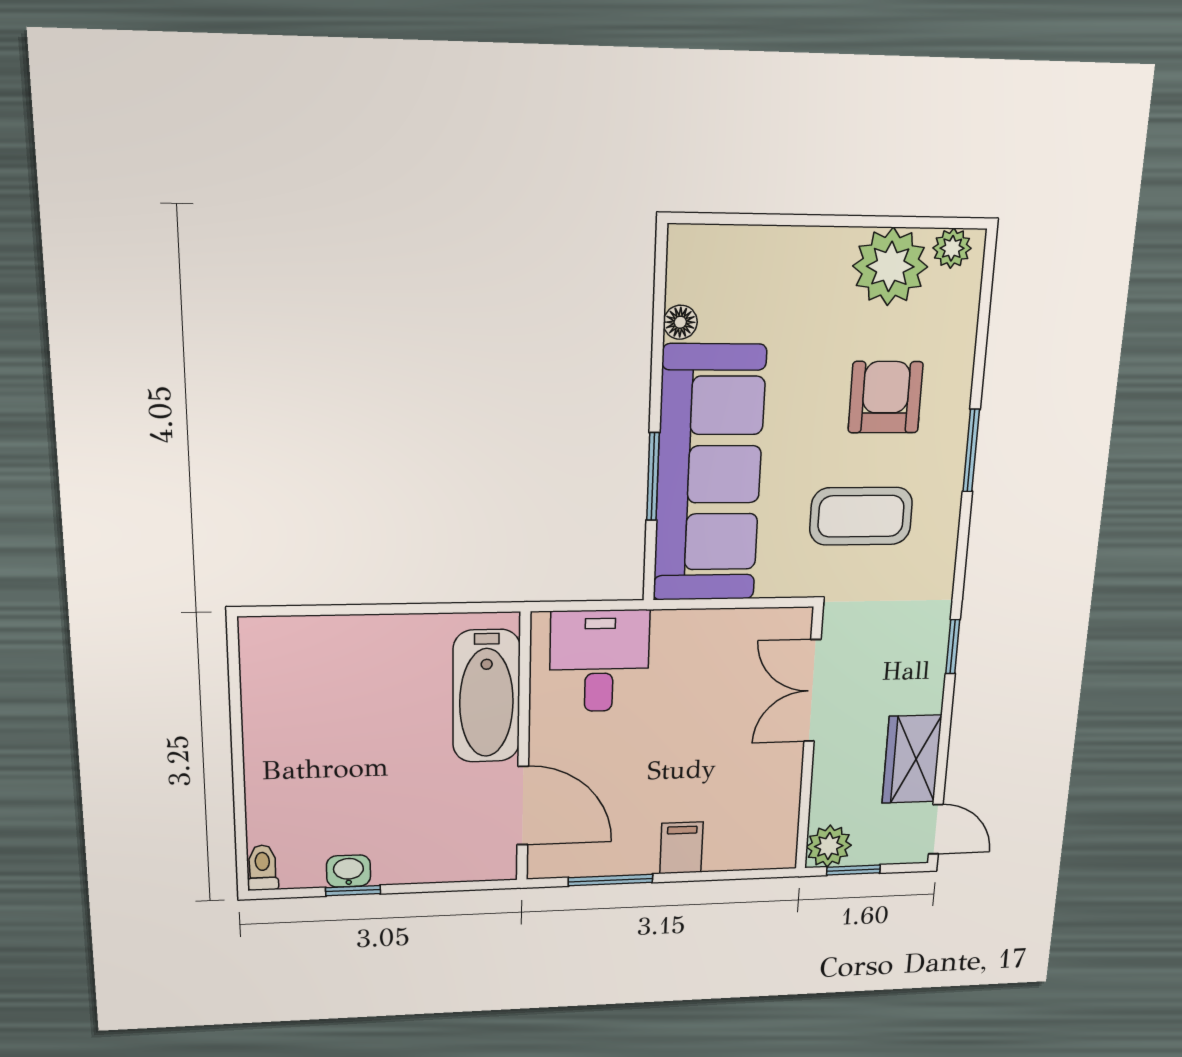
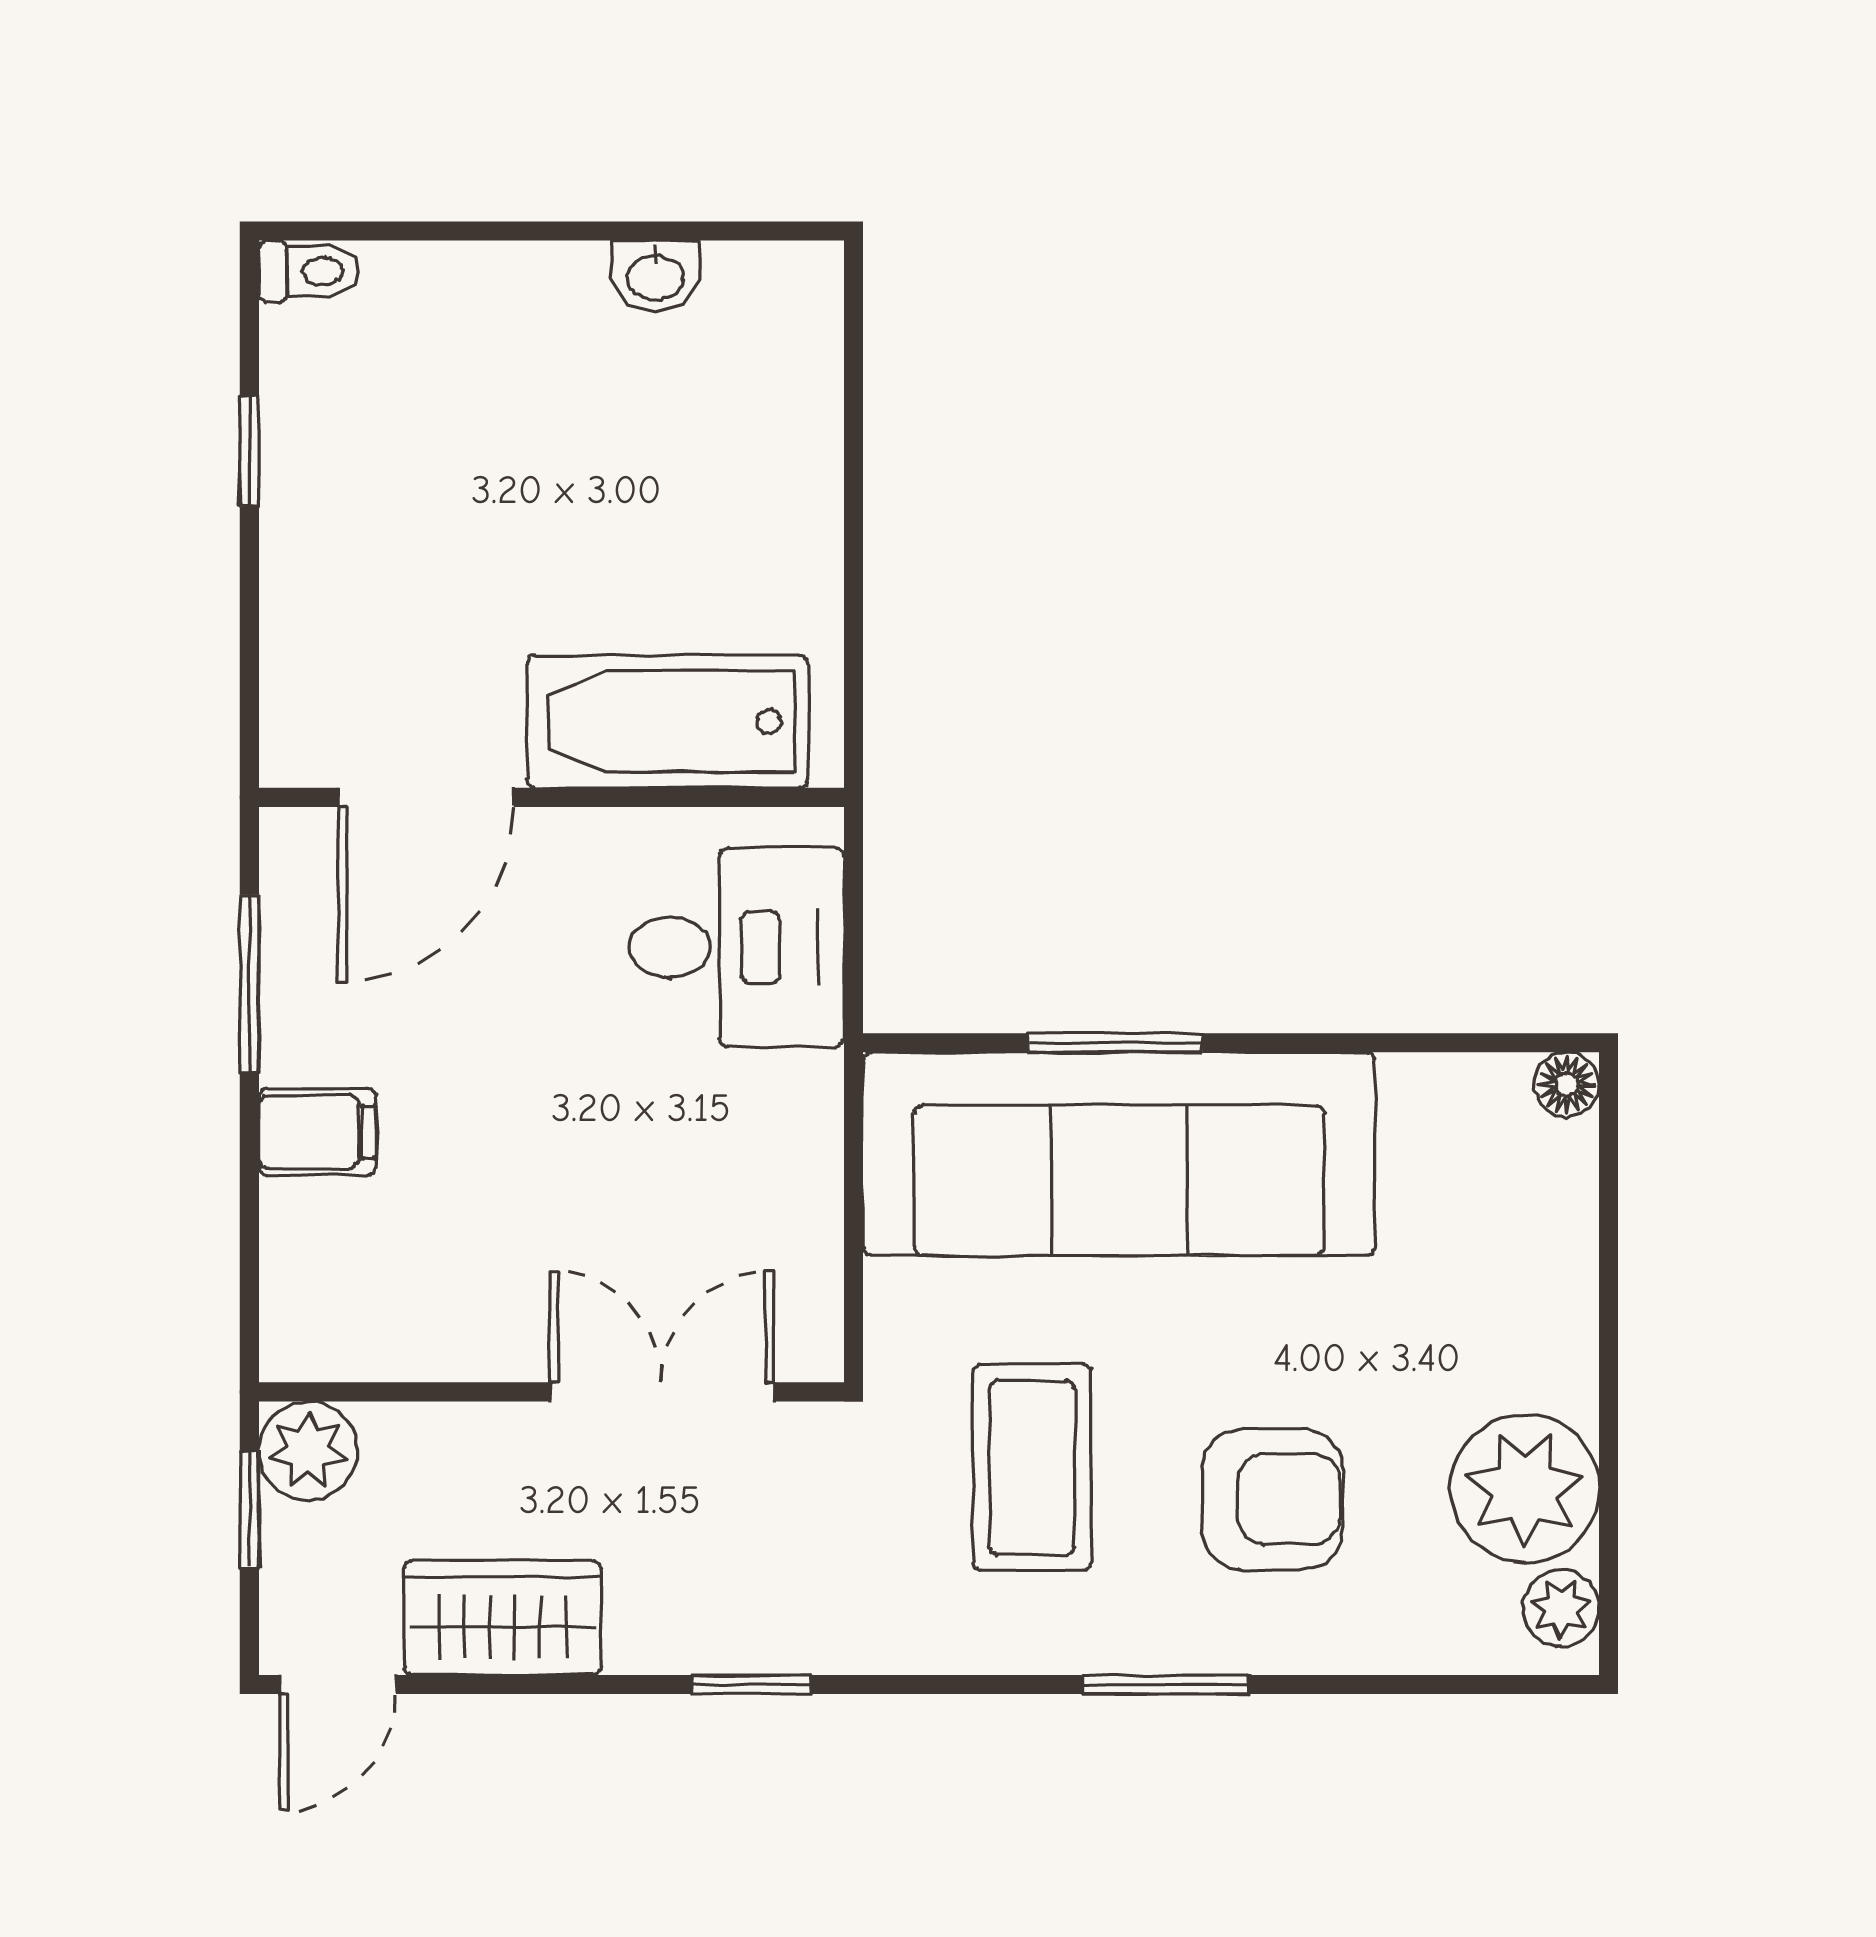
floor lamp: (680, 322) -> (1567, 1085), moved
washbasin: (348, 871) -> (655, 276), moved, turned 90

